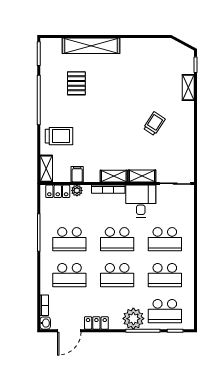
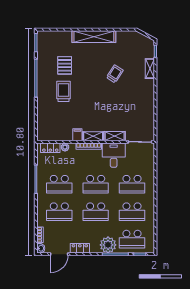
shelving: (91, 46) -> (94, 37), moved
trolley: (154, 124) -> (115, 74), moved
trolley: (59, 136) -> (64, 91), moved, turned -90
shelving: (46, 169) -> (42, 130), removed
filing cabinet: (77, 174) -> (77, 135), moved

